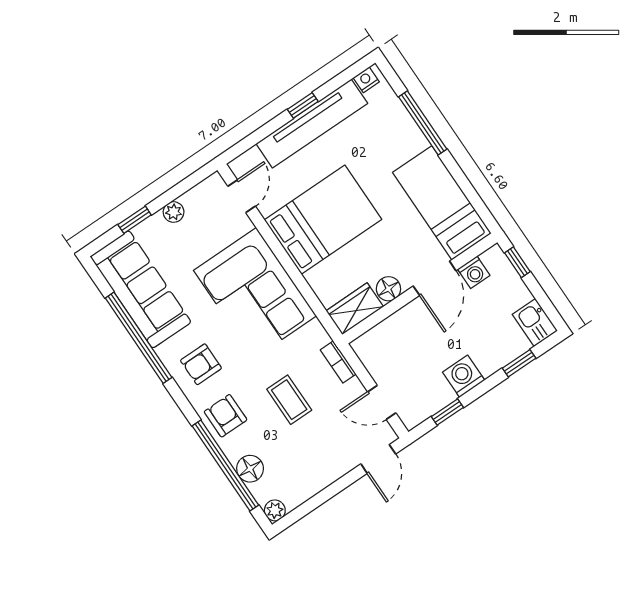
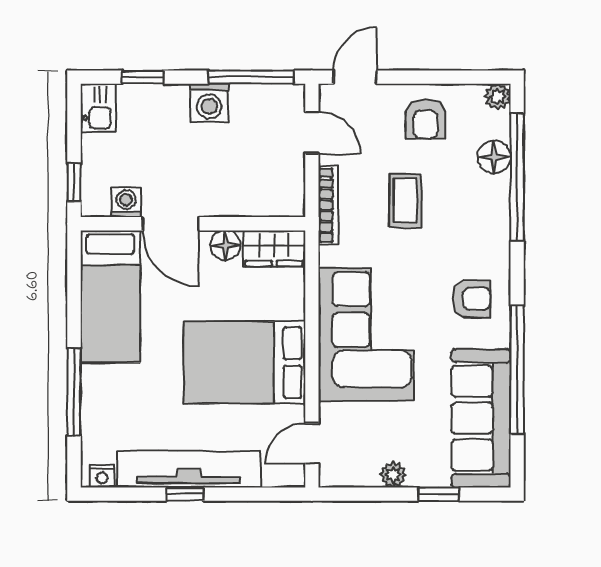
door: (435, 278) -> (171, 224), swing flipped
bookcase: (338, 362) -> (328, 205), width x1.56
window: (447, 412) -> (251, 77), width x2.17
armchair: (226, 416) -> (425, 119), moved

